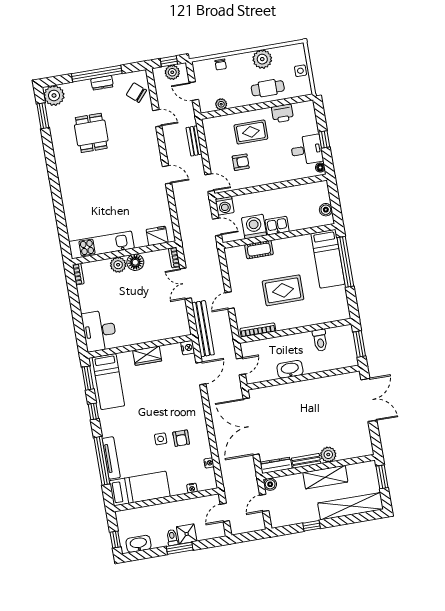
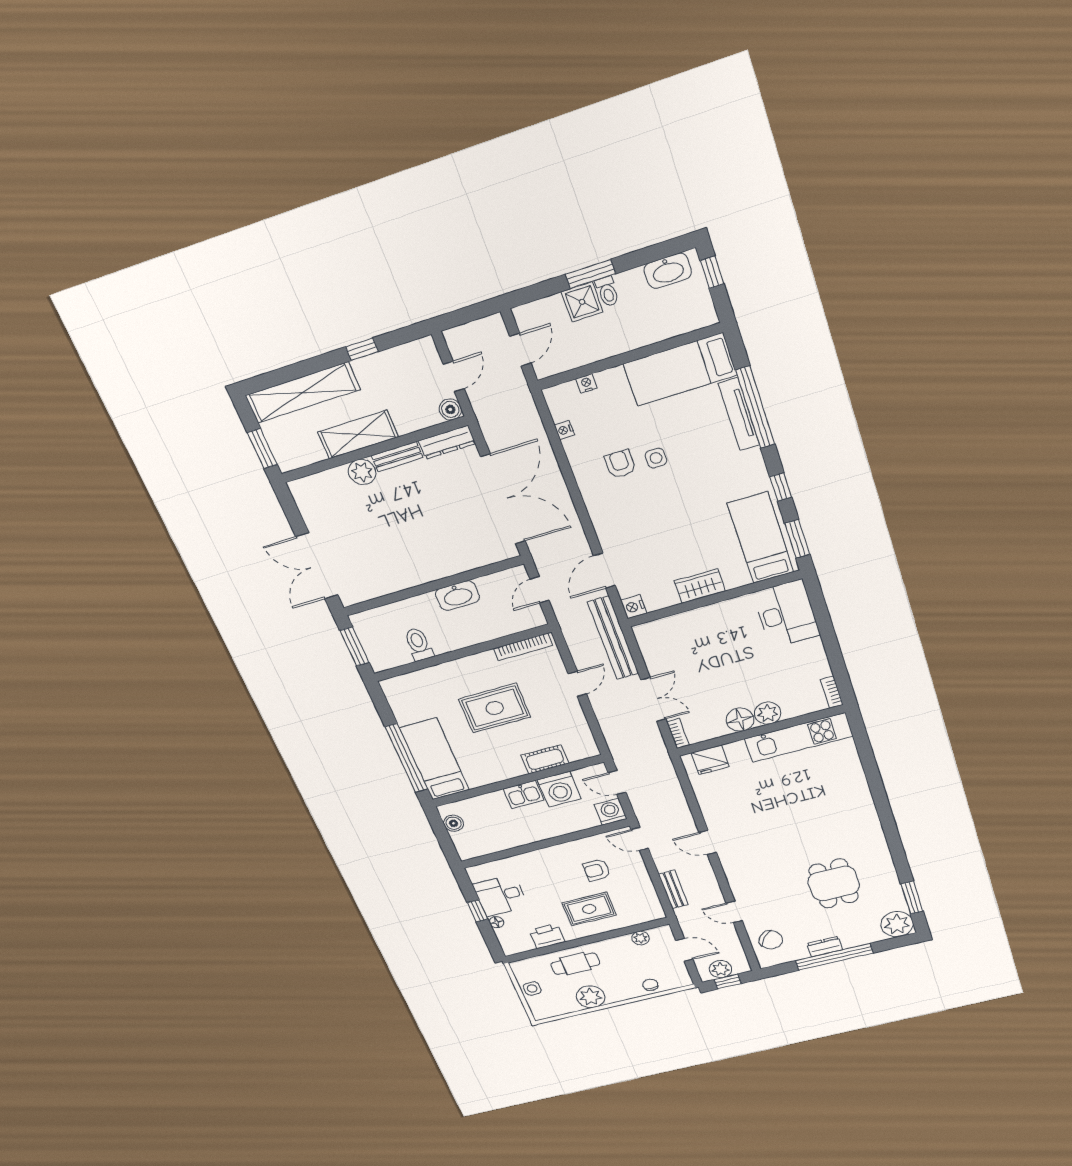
floor lamp: (320, 167) -> (497, 922), moved

